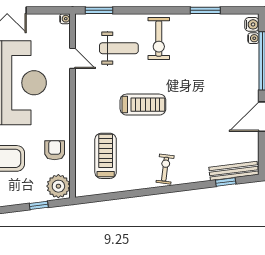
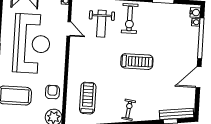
weight bench: (119, 48) -> (101, 24), turned 90
treadmill: (143, 105) -> (137, 62), moved

